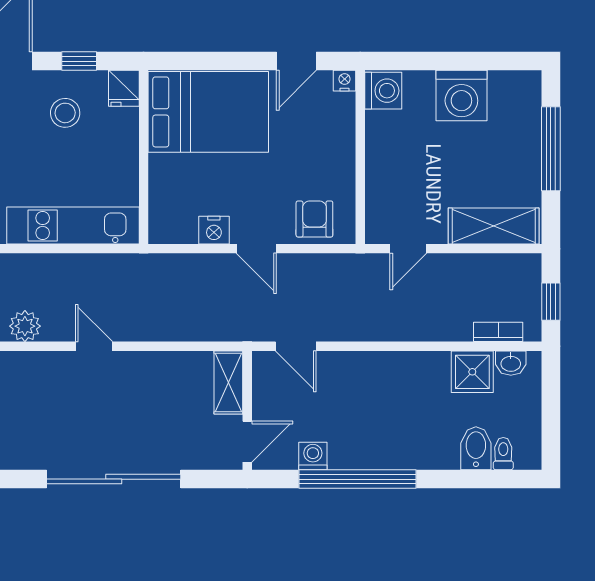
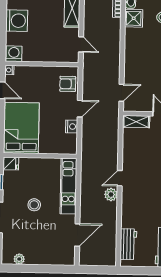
stool: (65, 113) -> (34, 205), moved
plant: (25, 326) -> (111, 195), moved

